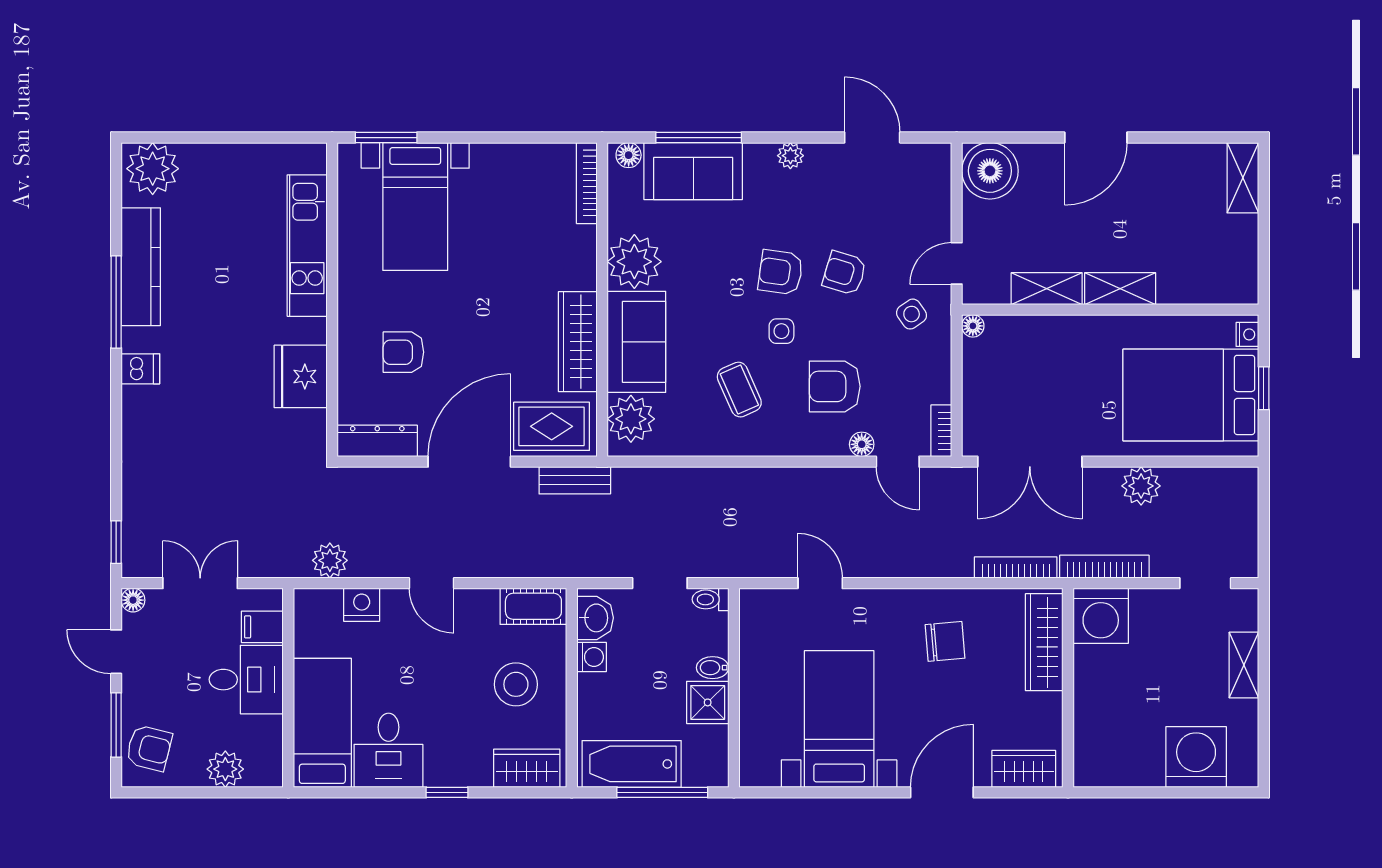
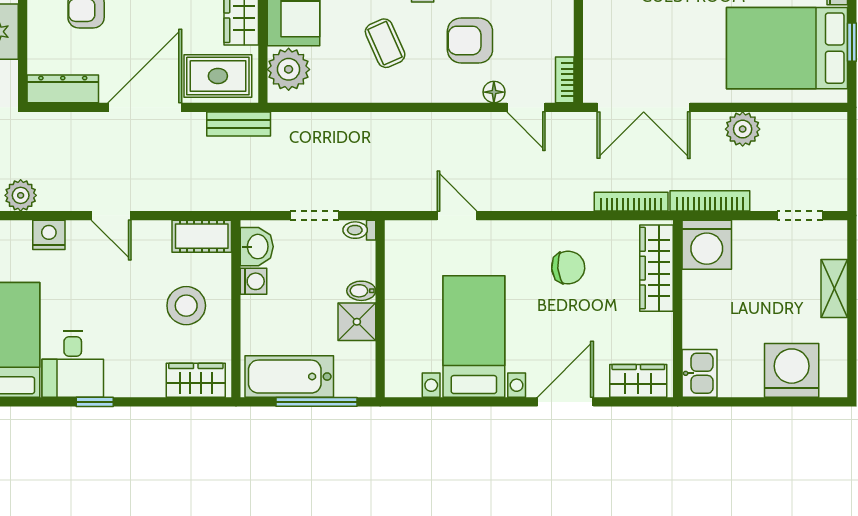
kitchen sink: (1093, 760) -> (700, 373), added
window: (447, 792) -> (95, 402), moved

